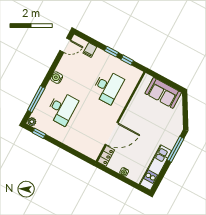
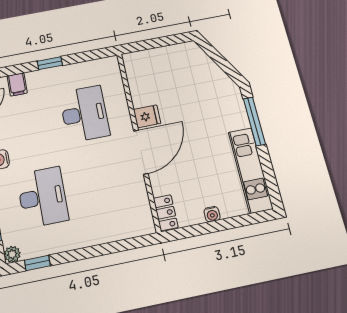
window: (127, 60) -> (81, 57), removed
sofa: (163, 93) -> (169, 61), removed
fridge: (133, 110) -> (147, 116), added
door: (112, 134) -> (141, 152), moved

